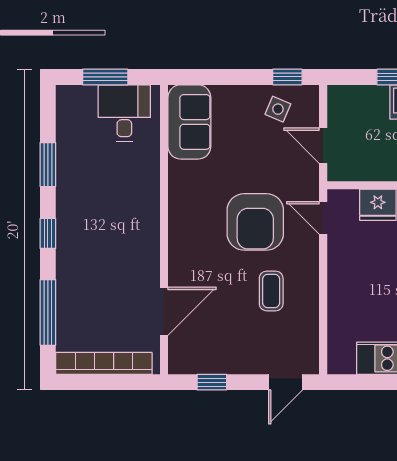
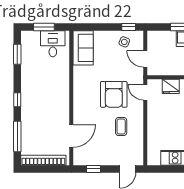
window: (48, 165) -> (17, 54), moved

